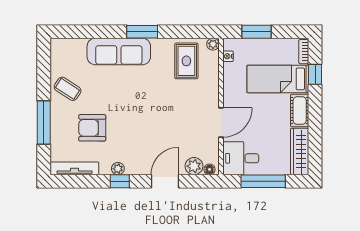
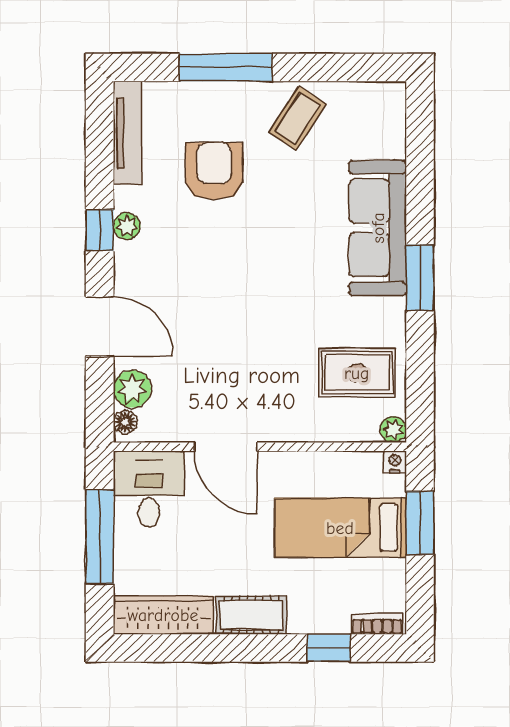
nightstand: (228, 56) -> (395, 462), moved
bed: (278, 79) -> (340, 528), moved, turned -90

